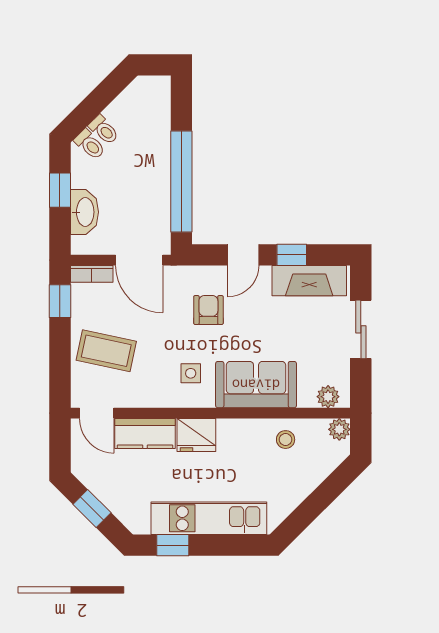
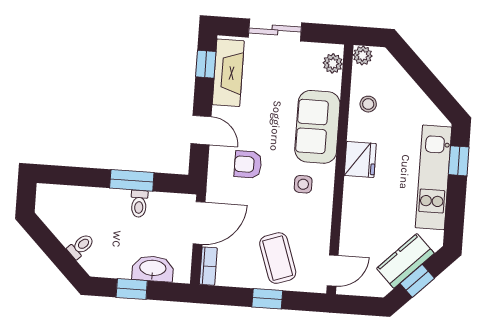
toilet: (90, 144) -> (139, 204), moved, turned 135
window: (181, 182) -> (132, 180), width x0.47
window: (292, 255) -> (206, 64), moved
window: (60, 301) -> (267, 299), moved
coffee table: (106, 351) -> (278, 258), turned -31
kitchen counter: (145, 433) -> (405, 261), moved, turned -135
fridge: (196, 435) -> (360, 159), moved
window: (173, 545) -> (459, 161), moved

